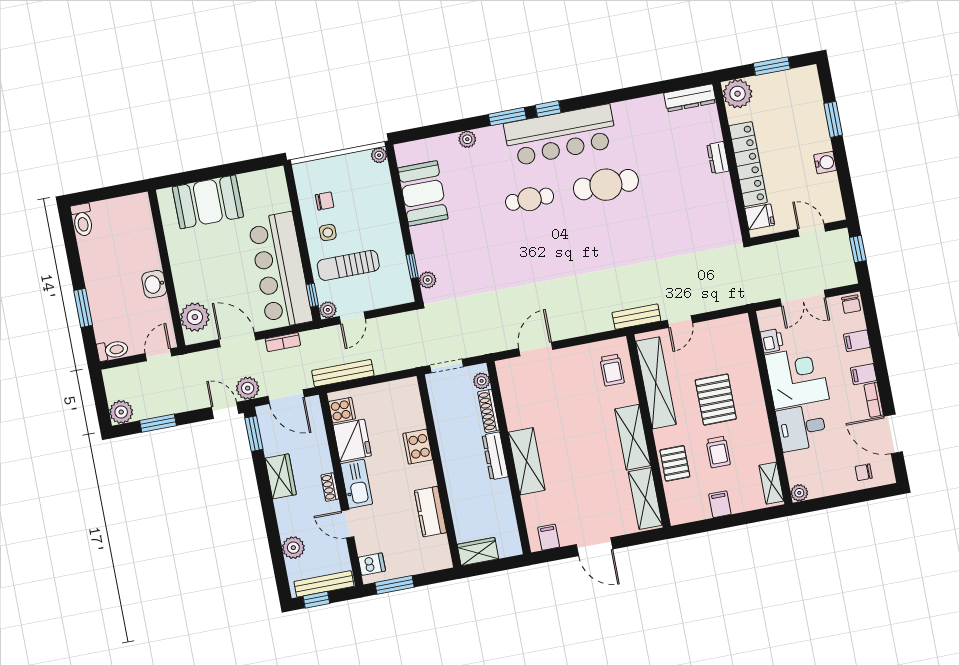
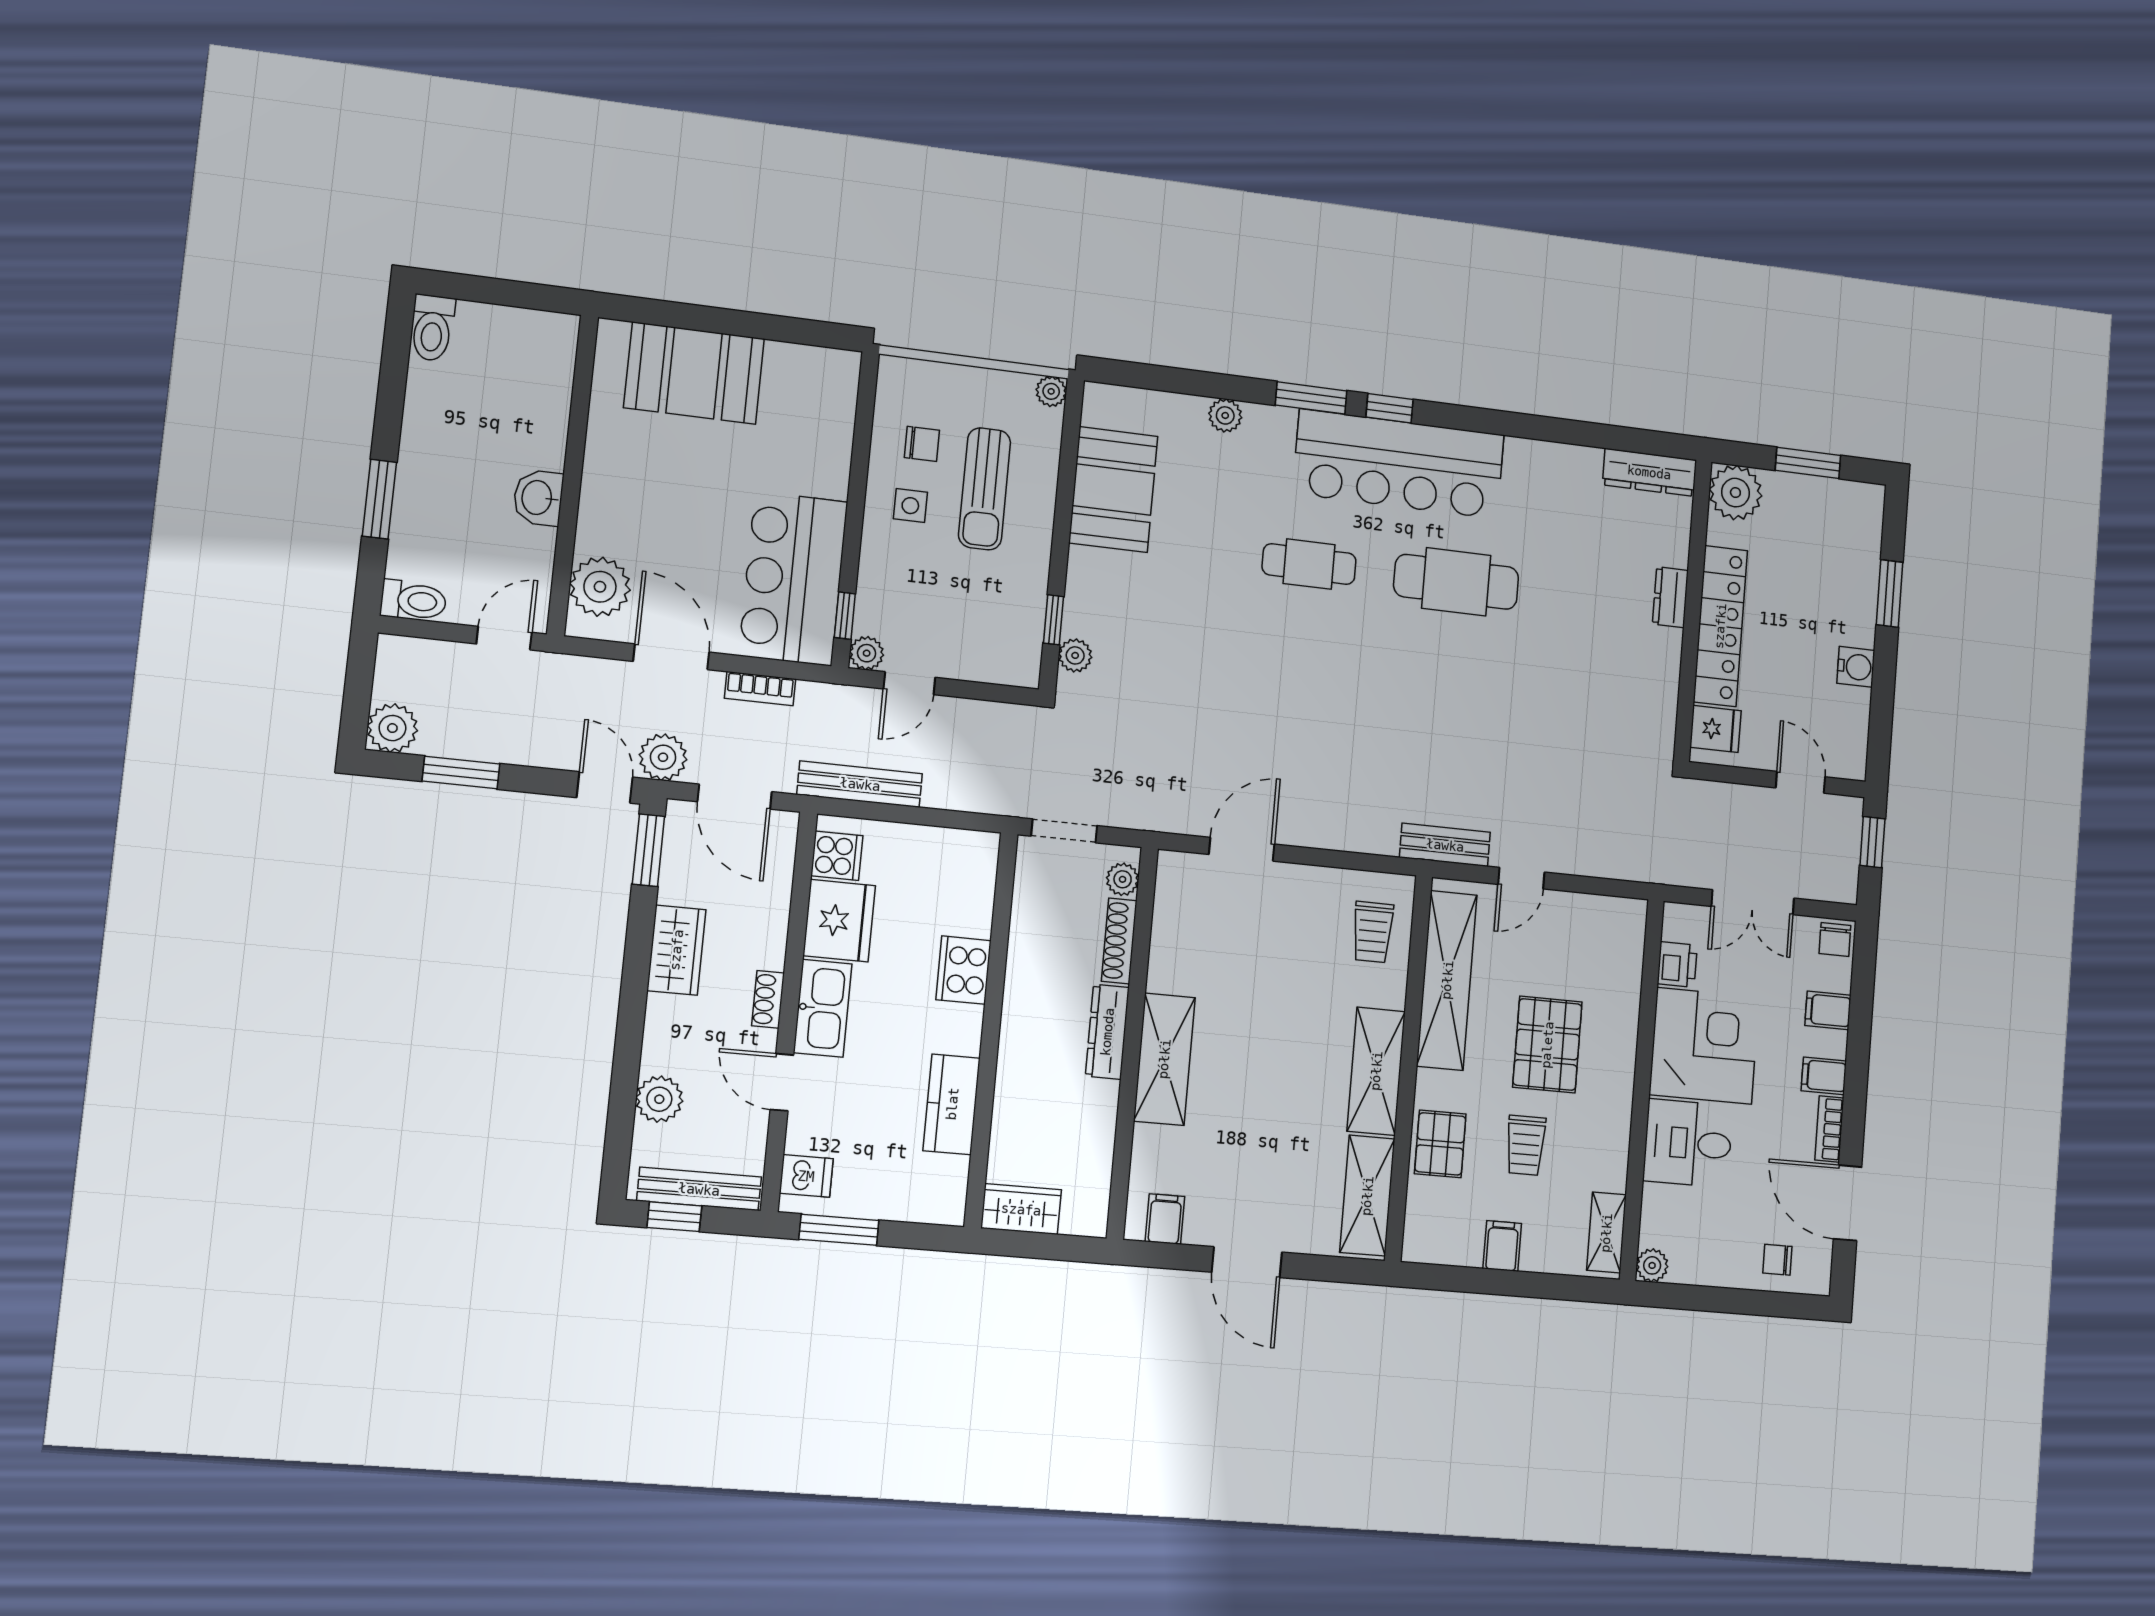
sun lounger: (348, 265) -> (985, 489), moved, turned -90
bar counter: (280, 270) -> (793, 579), width x0.73

